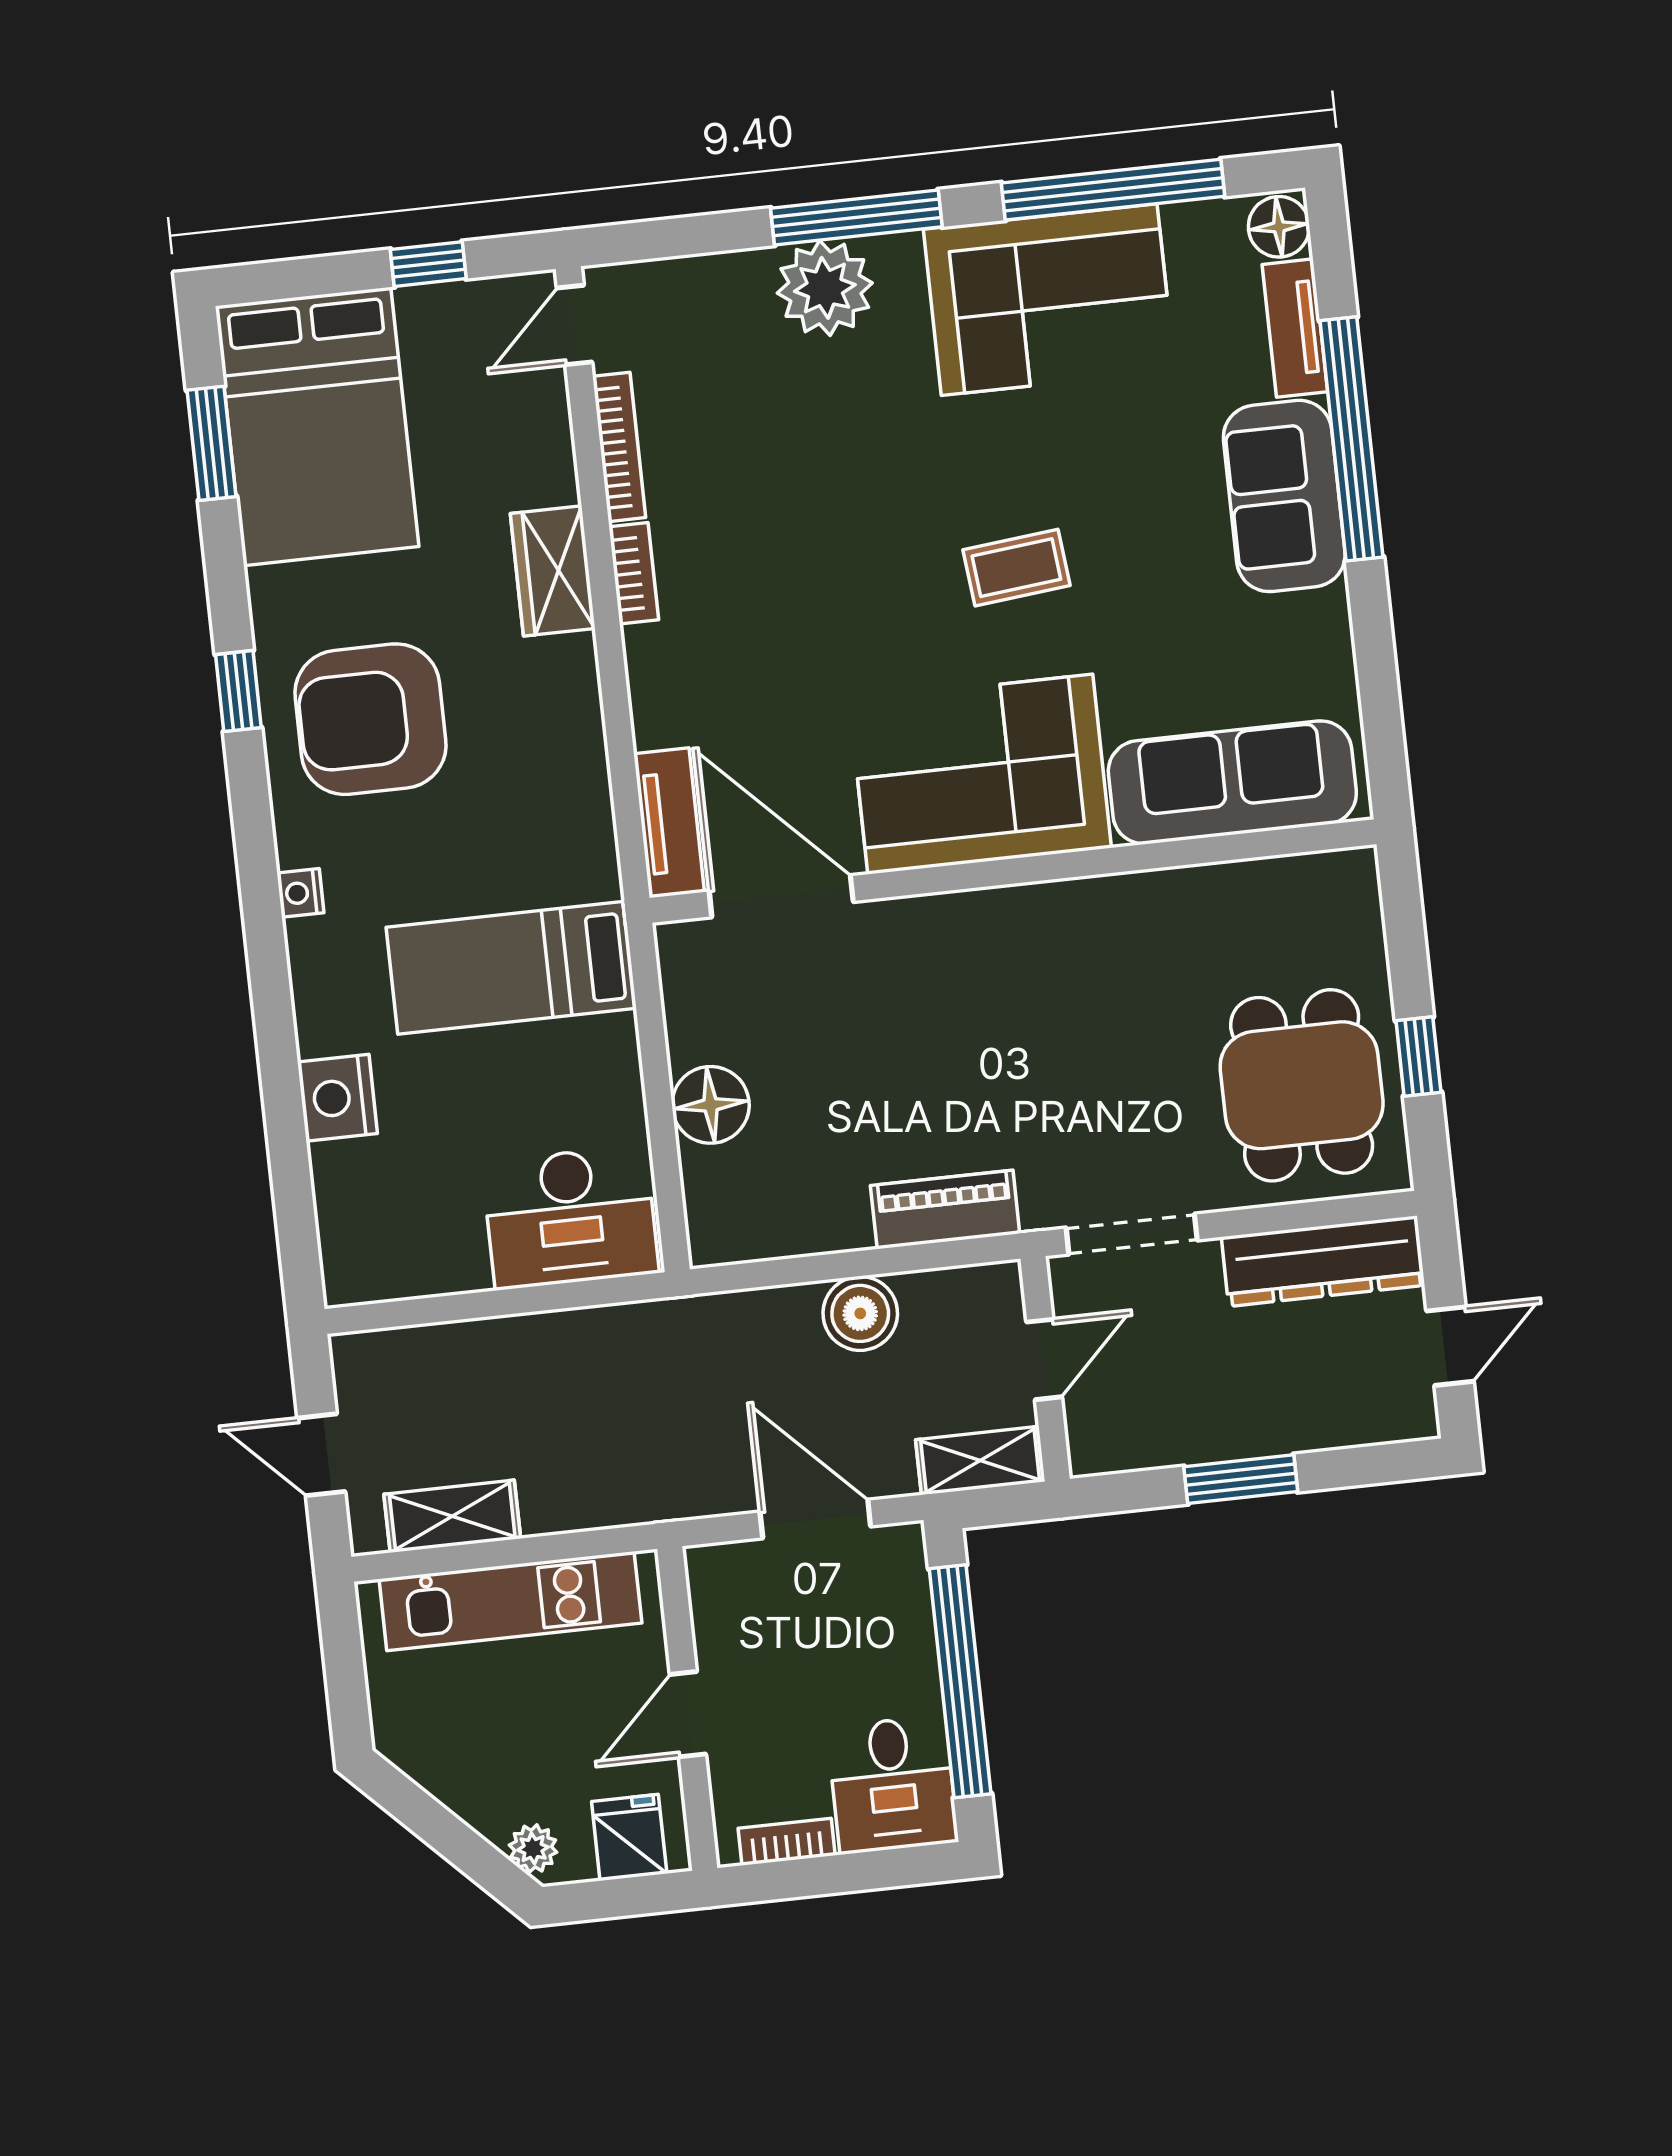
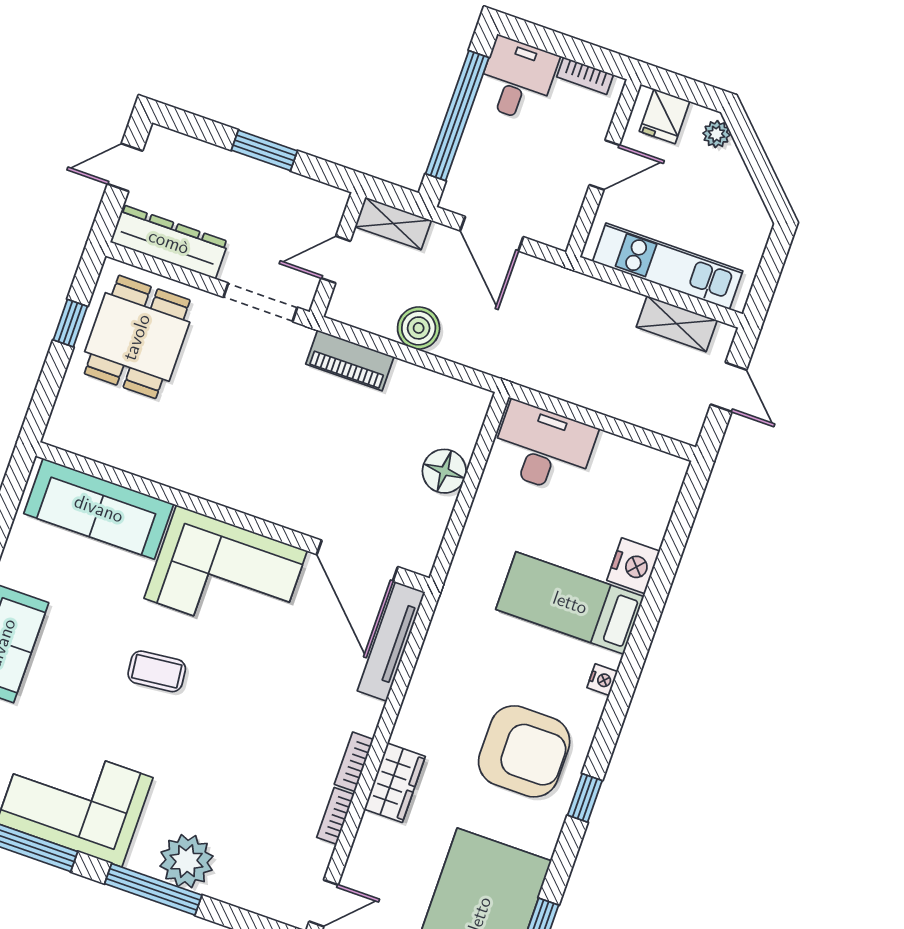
bookcase: (619, 447) -> (335, 816), width x0.64
tv unit: (669, 823) -> (391, 641), width x1.41
bed: (511, 968) -> (570, 603), moved, turned 180

